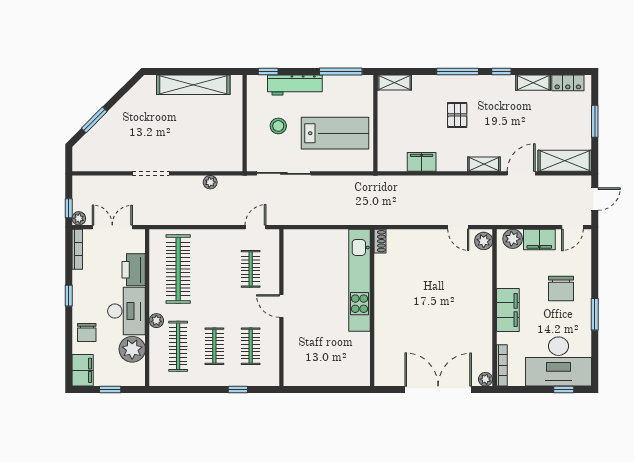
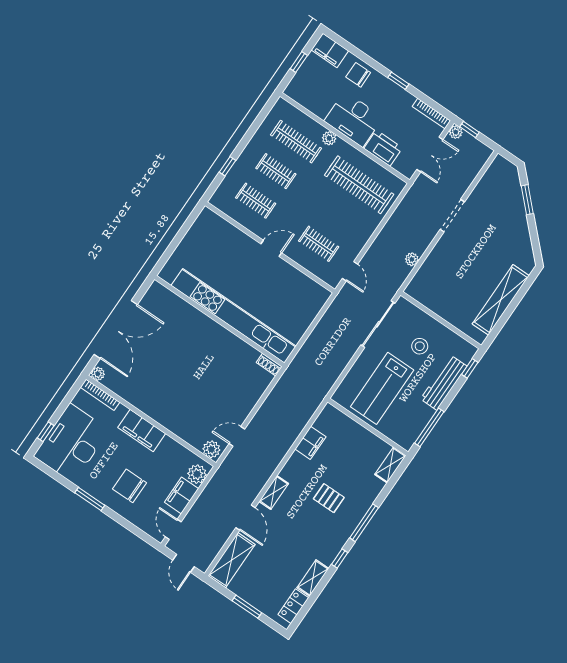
kitchen unit: (359, 280) -> (234, 316), width x1.36
plant: (132, 349) -> (319, 103), removed

